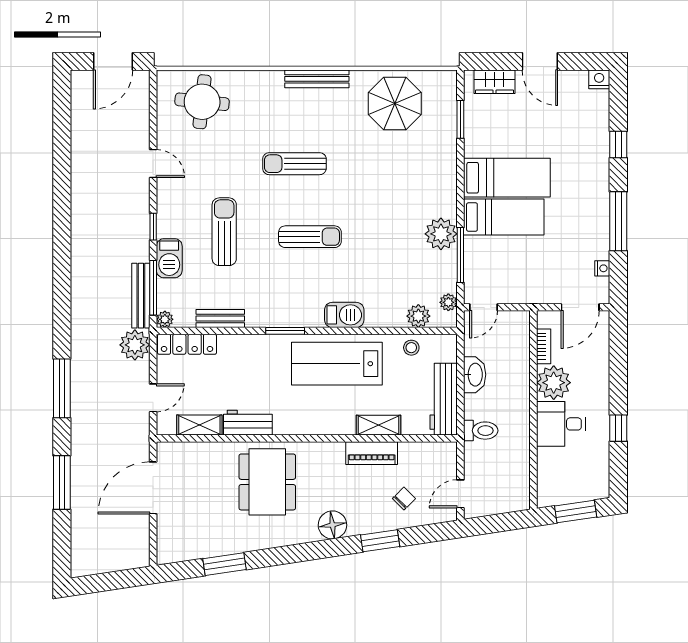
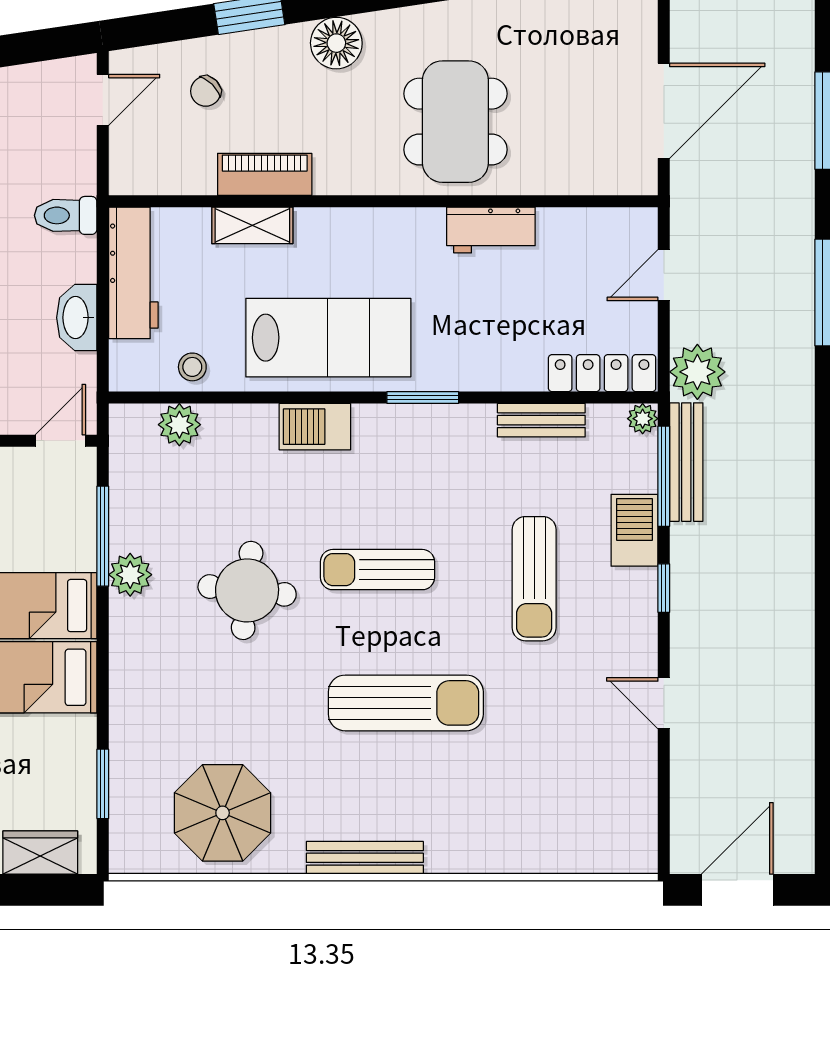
round table: (202, 102) -> (247, 590), moved
sun lounger: (294, 164) -> (406, 703), width x1.36, depth x1.34
plant: (441, 234) -> (130, 575), width x0.73, depth x0.73
plant: (448, 302) -> (125, 450), removed
shelving: (199, 425) -> (579, 226), removed

